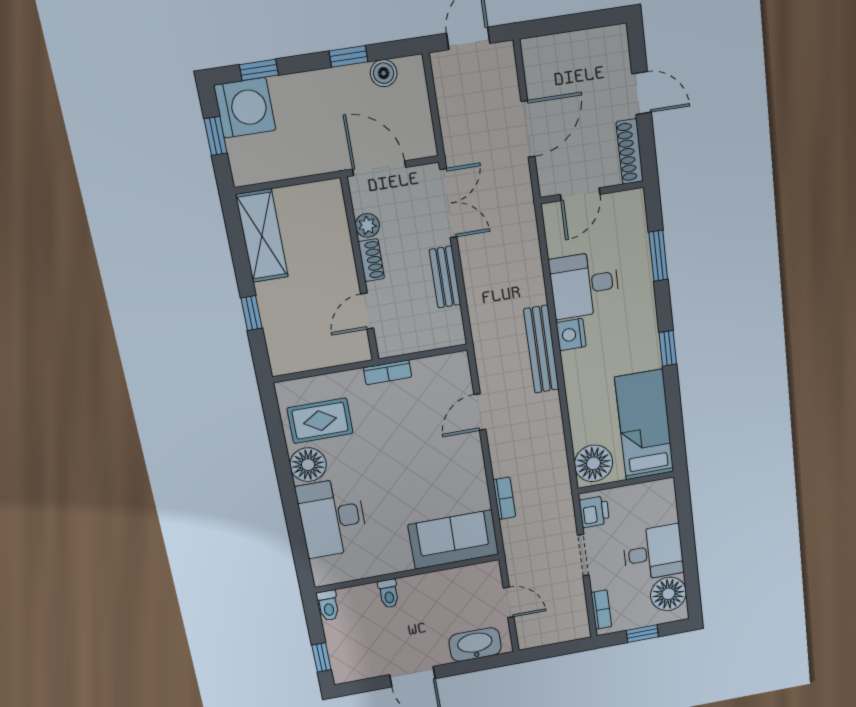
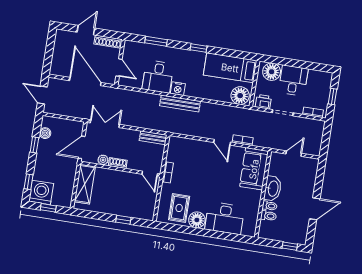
door: (528, 129) -> (85, 82), width x1.36
shelving: (262, 236) -> (85, 184), moved, turned 90
bench: (445, 277) -> (153, 138), moved
door: (367, 311) -> (150, 174), moved
door: (480, 412) -> (222, 142), moved
floor lamp: (668, 594) -> (272, 72), moved
toilet: (328, 606) -> (268, 216), moved
washbasin: (475, 645) -> (273, 189), moved, turned 180

